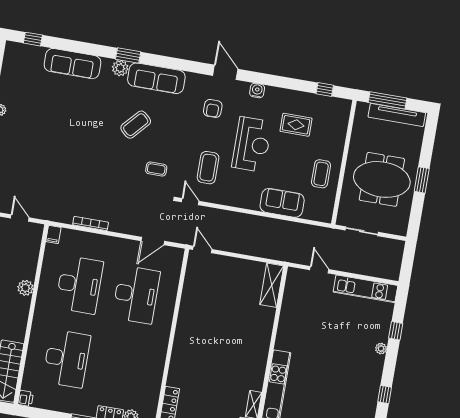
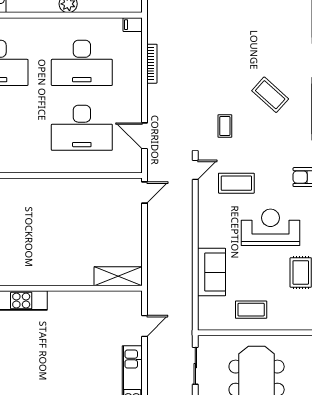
reception desk: (252, 144) -> (270, 227), turned 180

